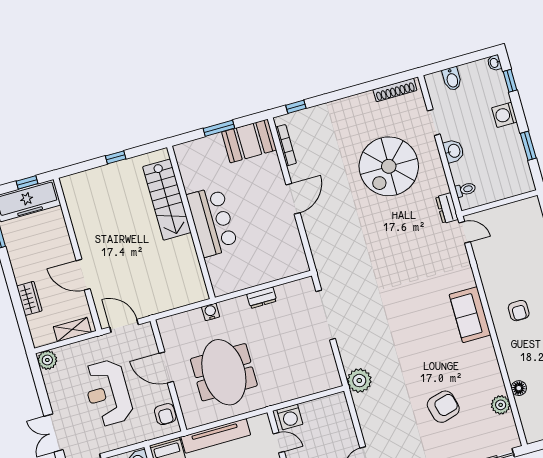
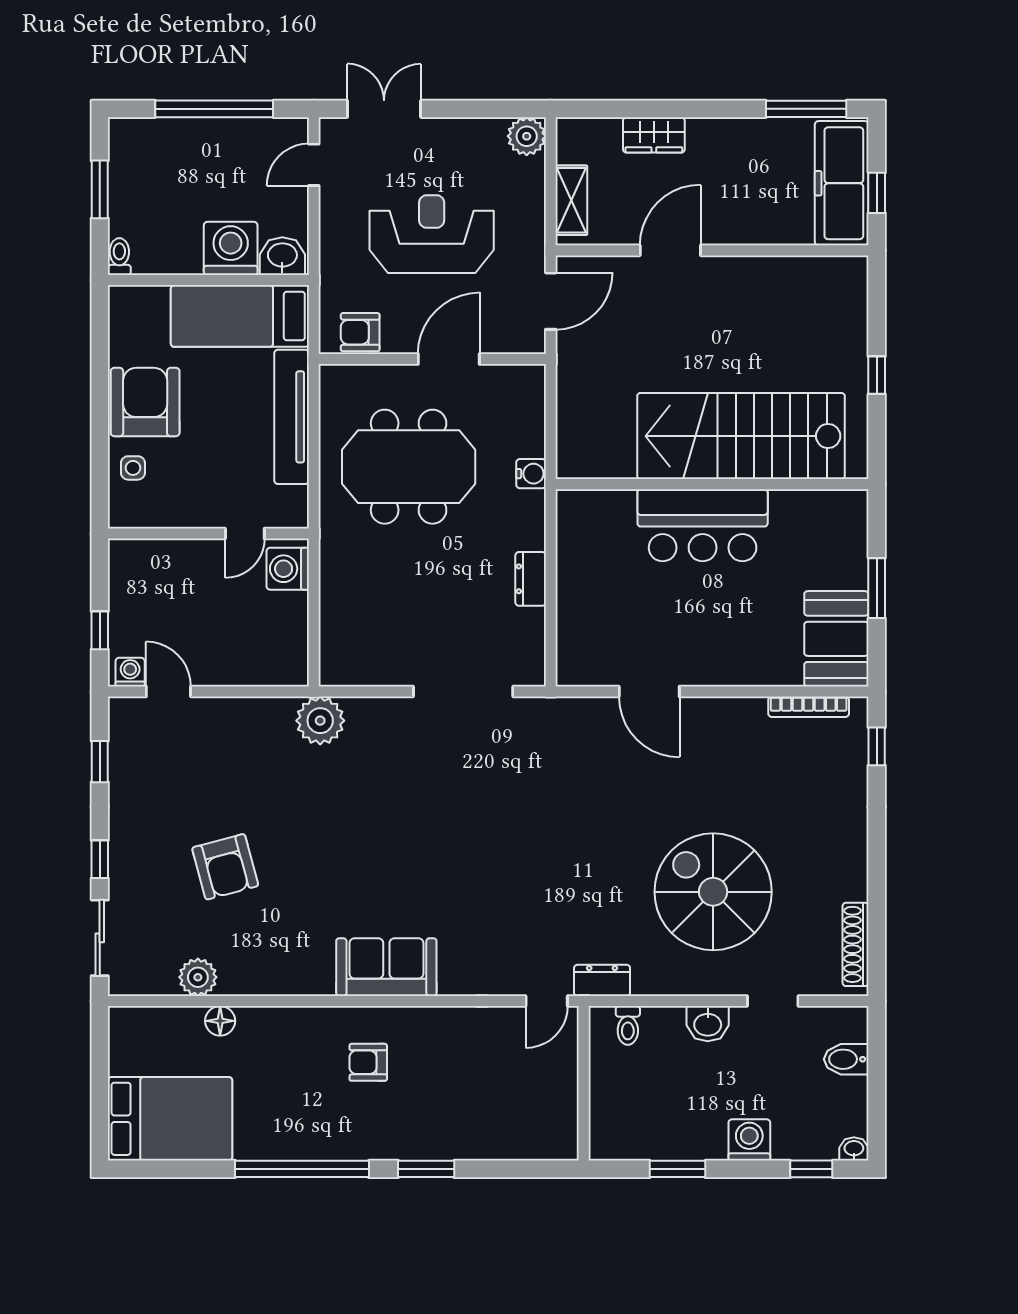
door: (293, 199) -> (649, 692), moved
stairs: (167, 200) -> (741, 436), width x1.36, depth x1.51

